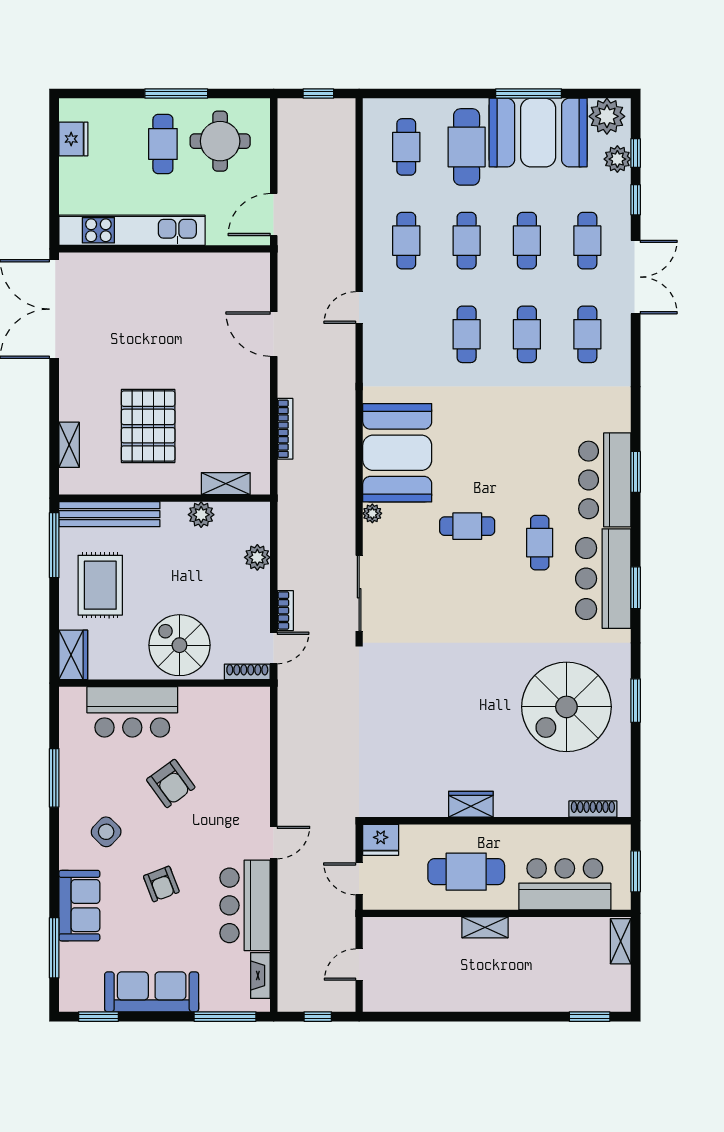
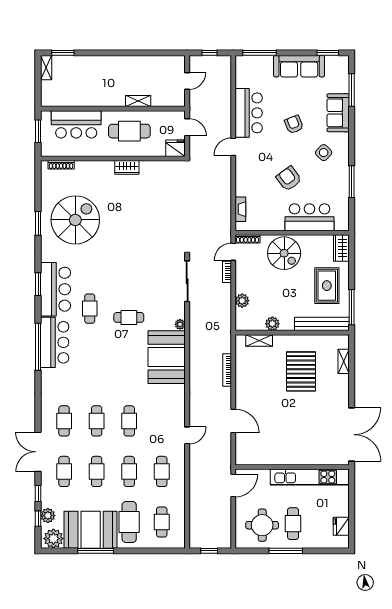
window: (636, 472) -> (38, 347), width x2.11
shelving: (485, 927) -> (138, 101), moved
shelving: (621, 941) -> (46, 68), moved
fireplace: (260, 975) -> (240, 209), moved

